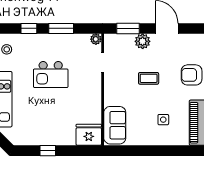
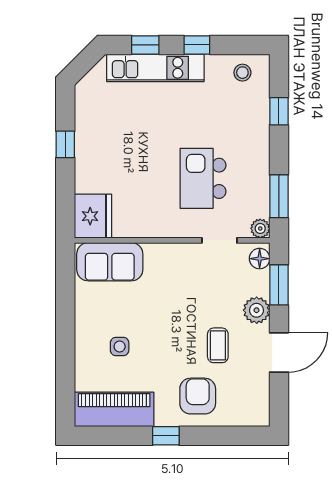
window: (61, 28) -> (279, 196), moved
floor lamp: (113, 40) -> (260, 259), added
kitchen island: (51, 75) -> (203, 178), moved
coffee table: (149, 78) -> (218, 345), moved

